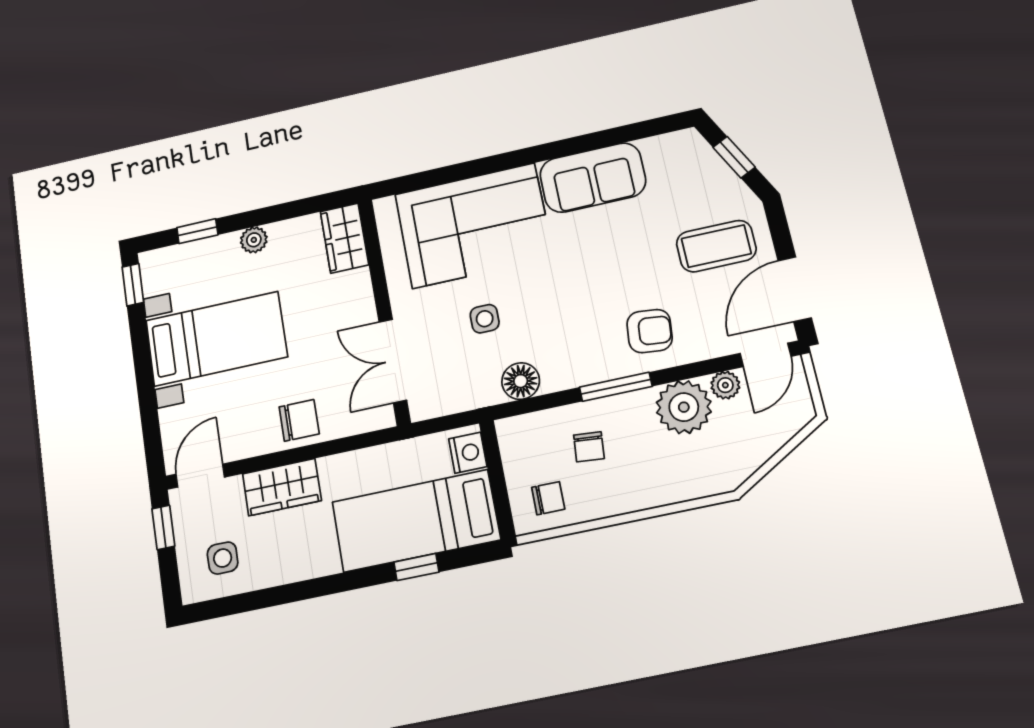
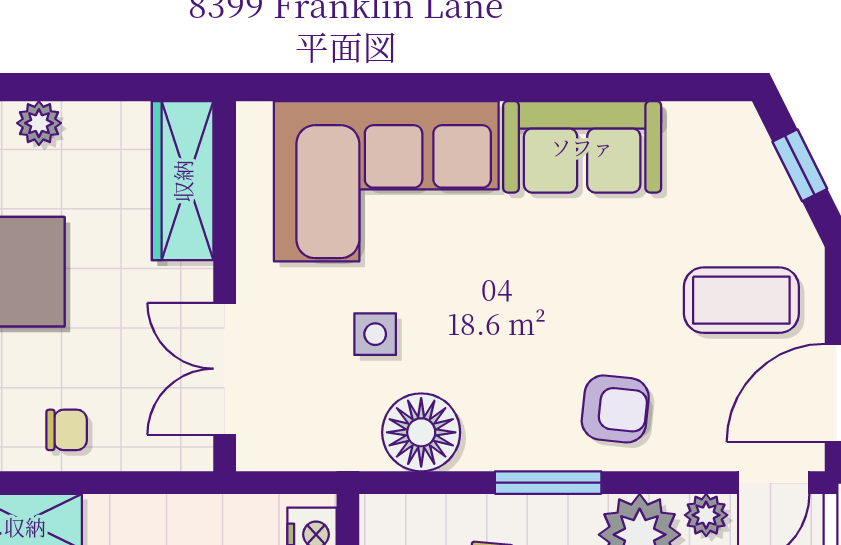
wardrobe: (344, 238) -> (183, 181), width x1.50
floor lamp: (521, 381) -> (421, 432), width x1.38, depth x1.38
chair: (299, 420) -> (67, 430), width x0.73, depth x0.73

